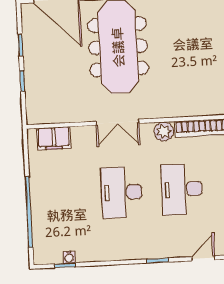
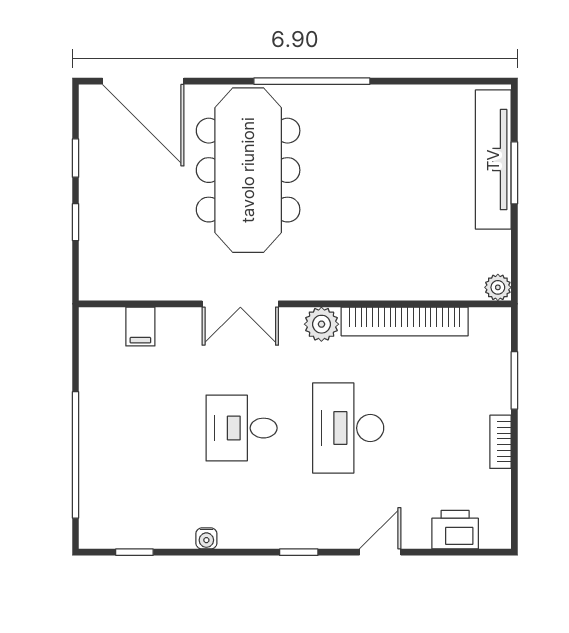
filing cabinet: (54, 138) -> (140, 327), width x0.50
desk: (122, 192) -> (242, 428), width x0.73
water cooler: (69, 257) -> (206, 538), moved

